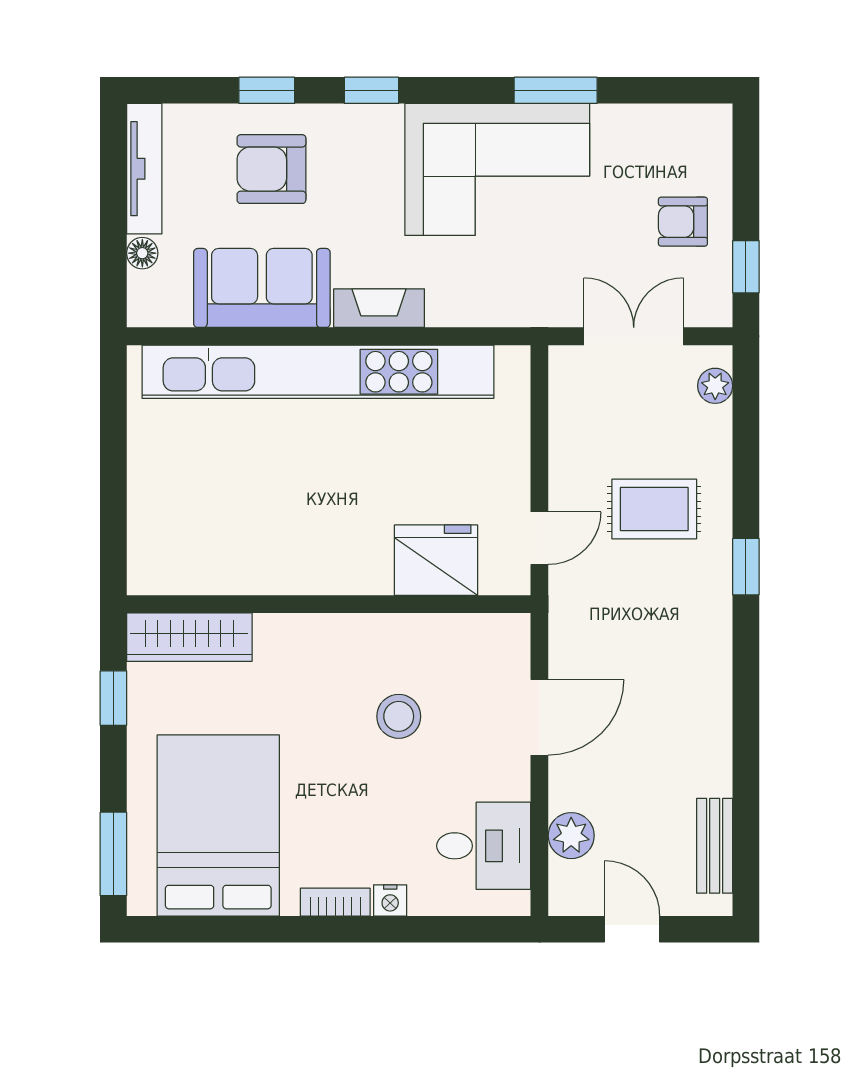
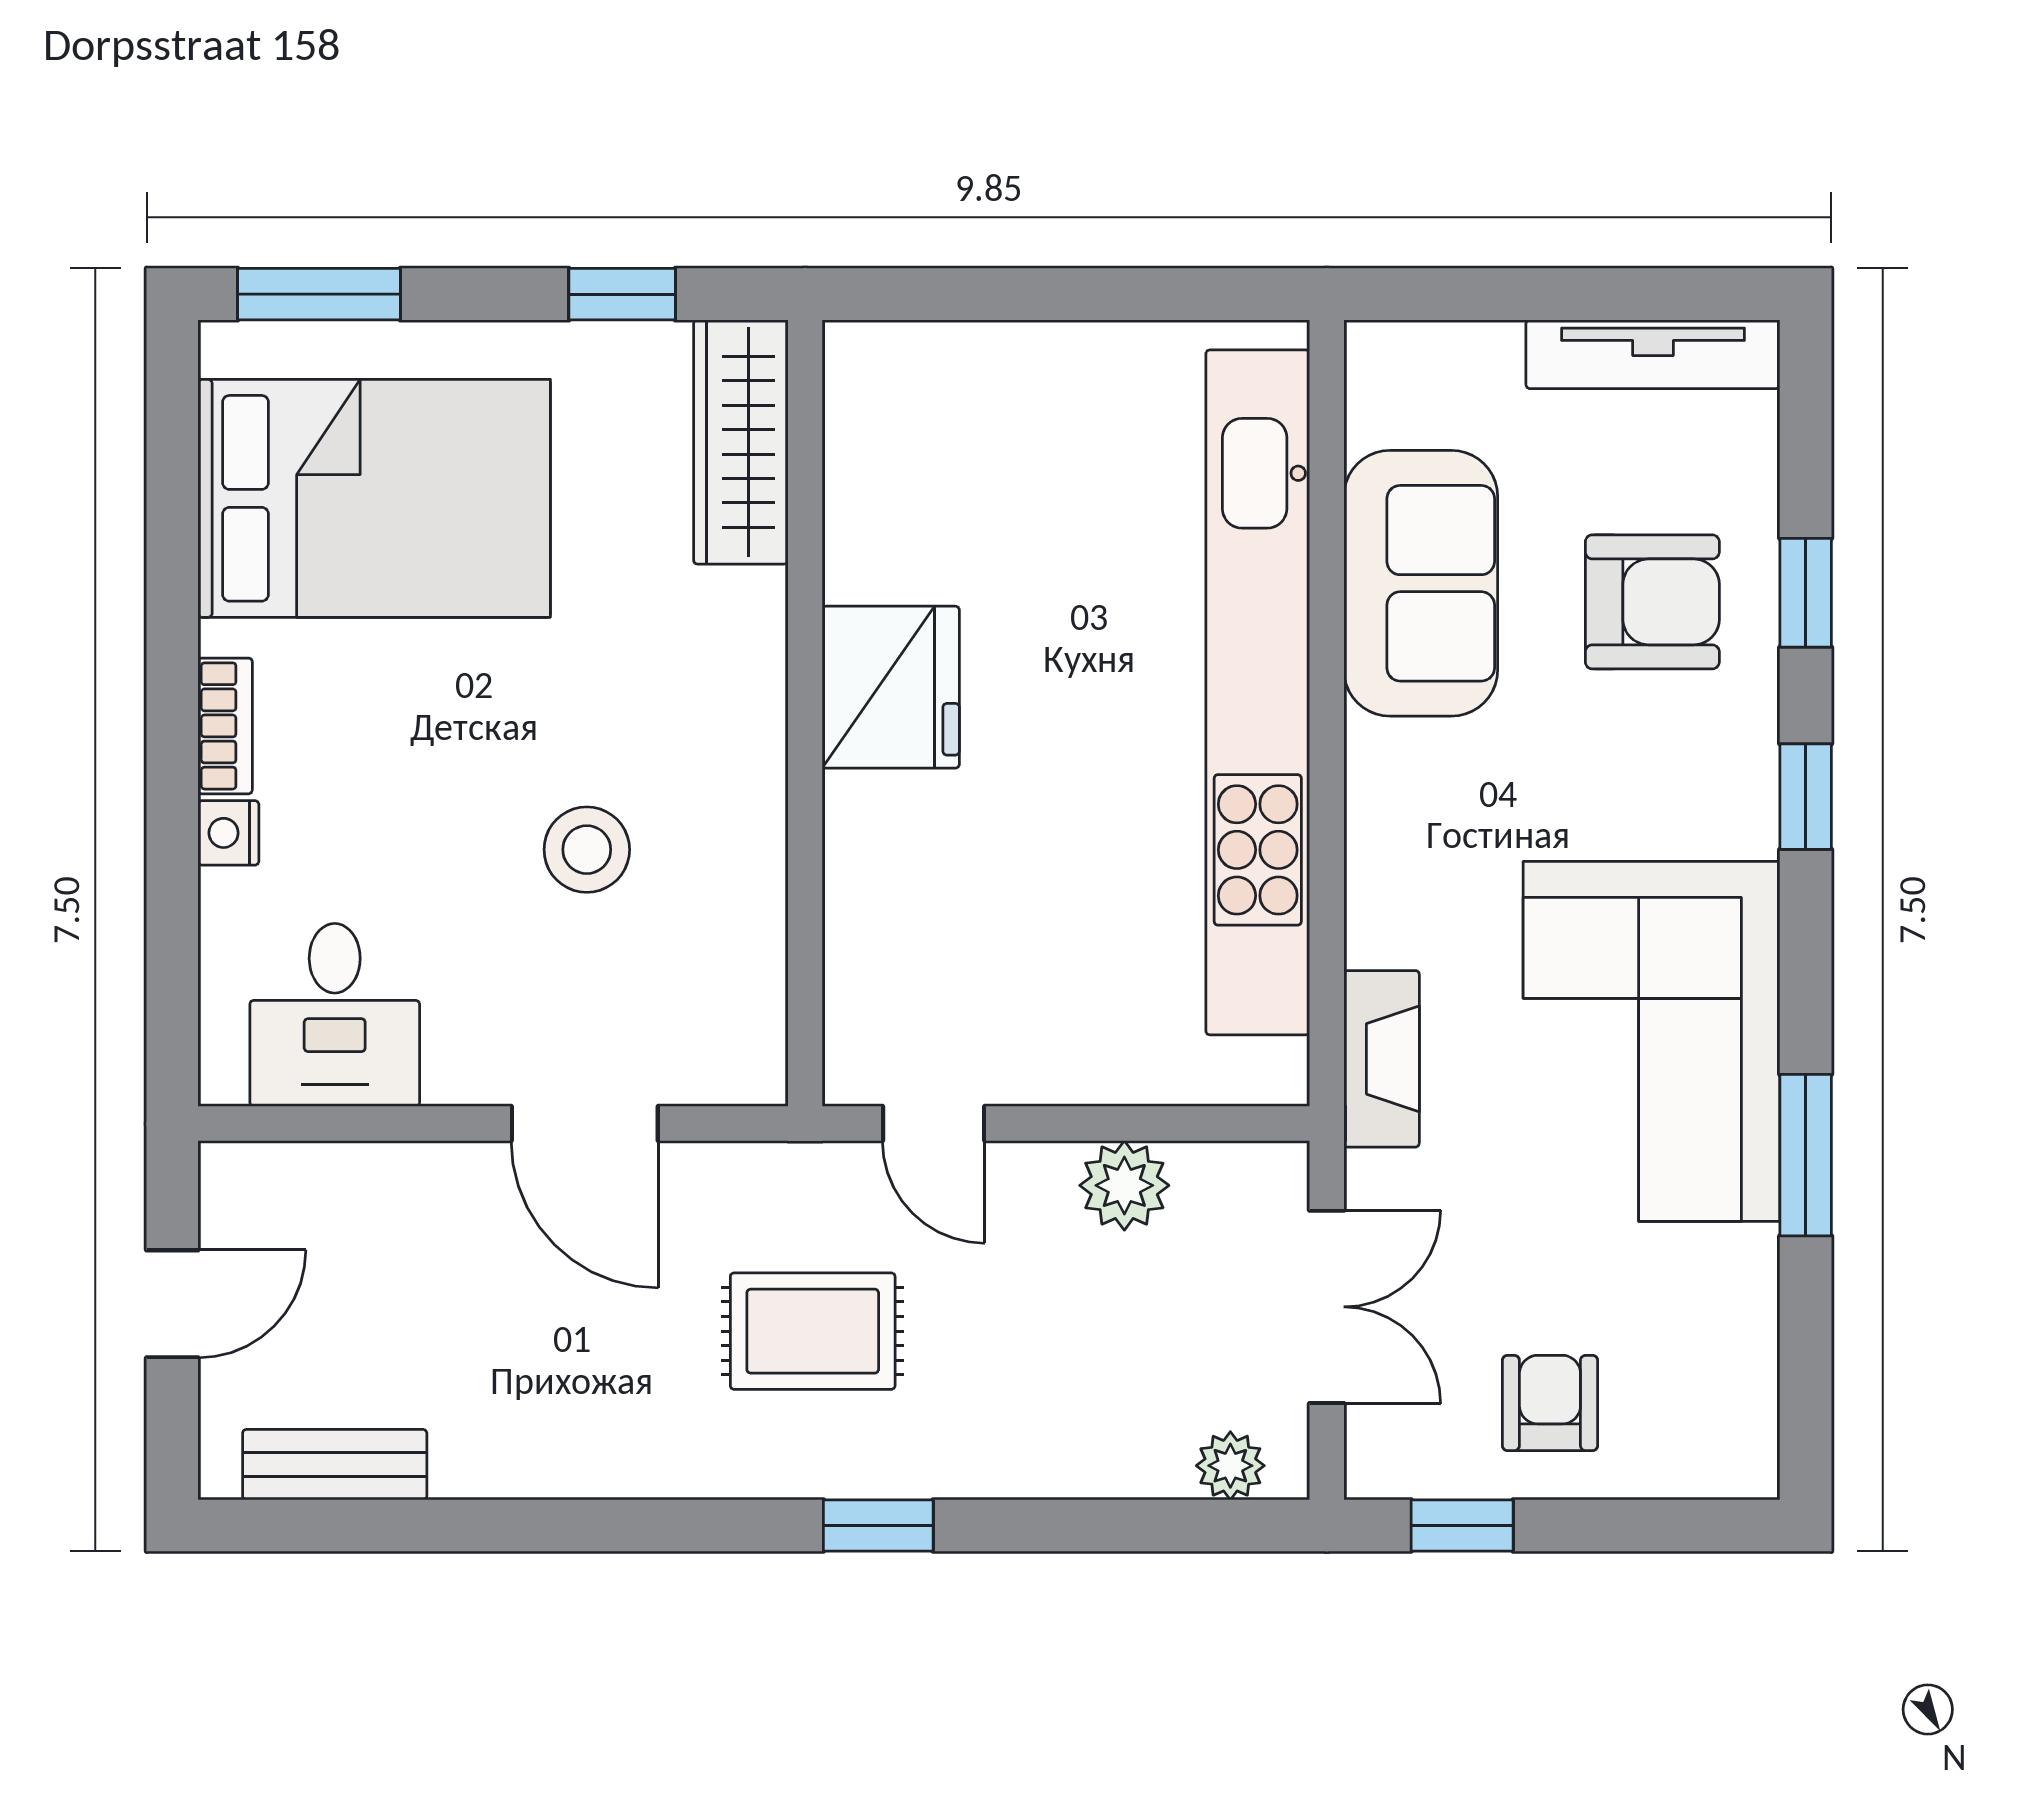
armchair: (271, 169) -> (1652, 602), turned 90
floor lamp: (142, 253) -> (1489, 350), removed
fireplace: (379, 308) -> (1382, 1059), moved
rug: (654, 509) -> (813, 1331), moved, turned 90
fridge: (436, 560) -> (891, 687), moved
plant: (571, 836) -> (1124, 1185), moved

